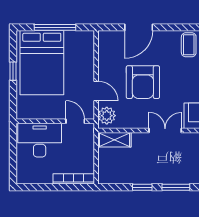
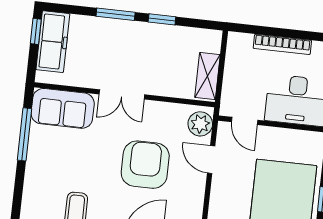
shelving: (114, 140) -> (207, 76), moved, turned 90
bookcase: (74, 179) -> (282, 44), moved

